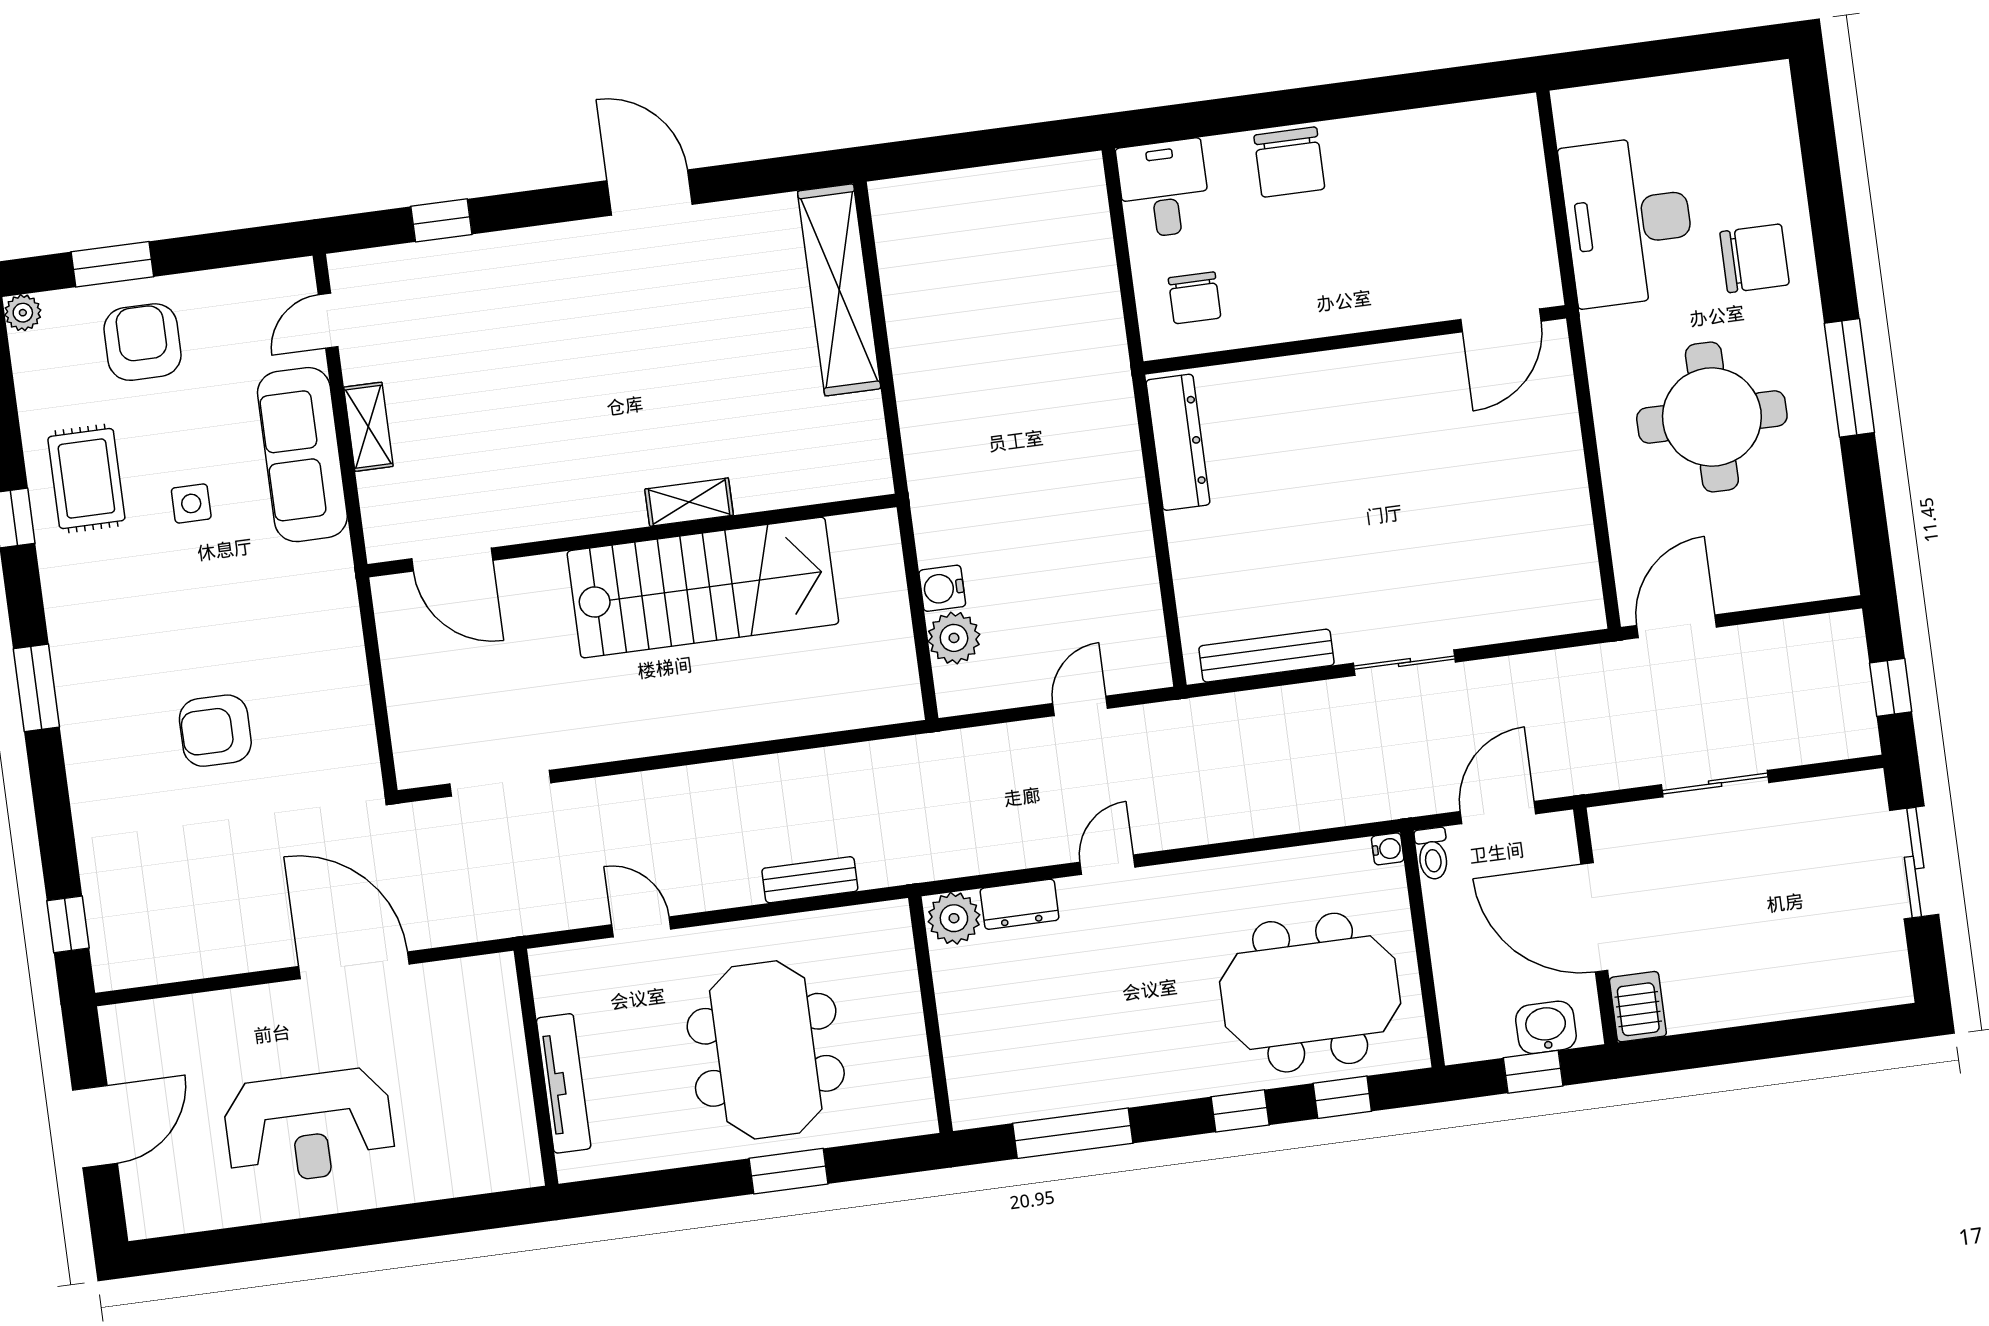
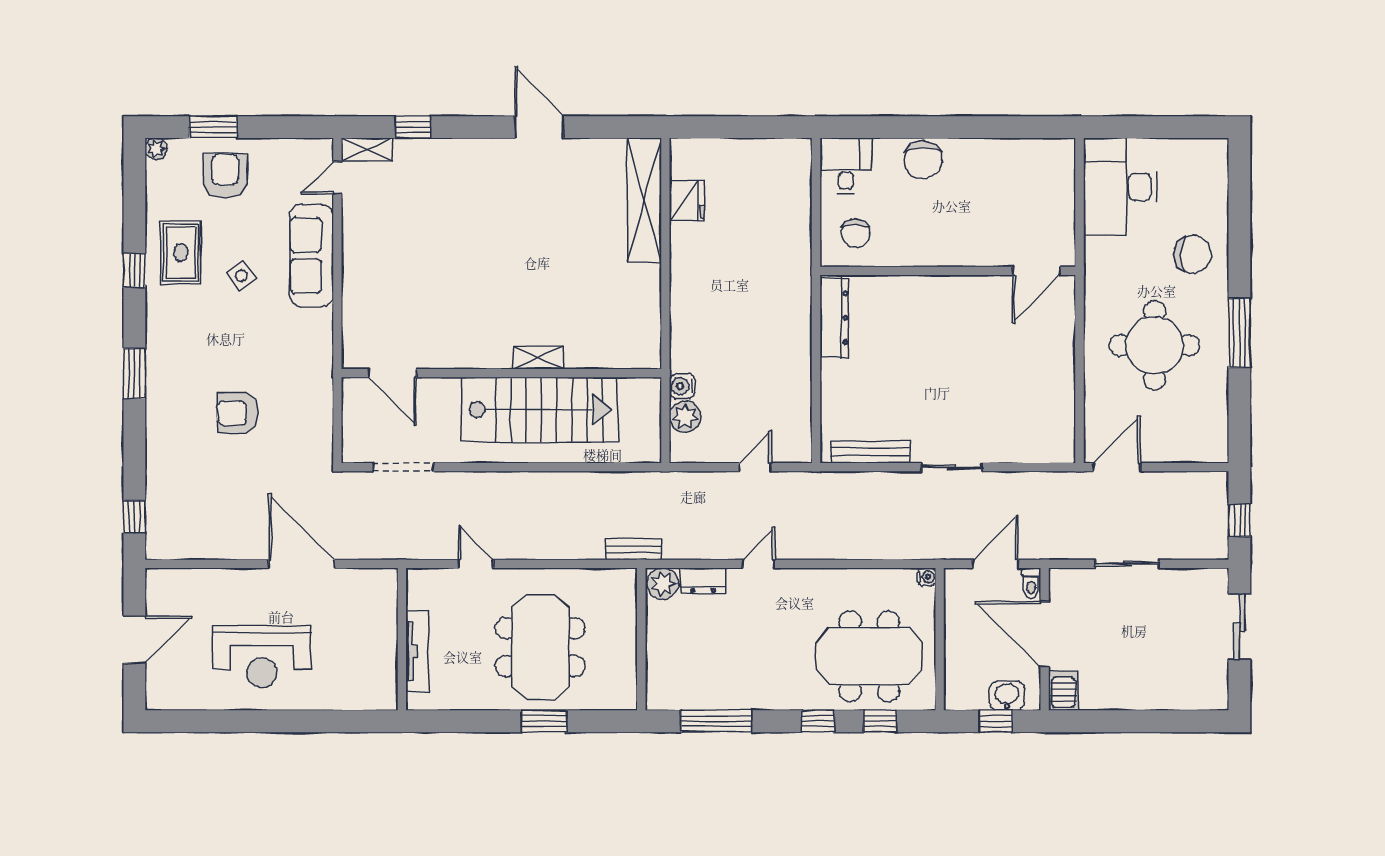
desk: (1628, 221) -> (1120, 187), moved
fridge: (910, 282) -> (687, 201), added
shelving: (368, 427) -> (367, 149), moved, turned 90
shelving: (689, 502) -> (538, 358), moved
side table: (191, 503) -> (241, 276), turned -35
wall: (632, 536) -> (501, 373), moved
door: (452, 560) -> (392, 373), moved
stairs: (703, 588) -> (540, 410), moved
toilet: (1432, 854) -> (1031, 583), moved
bench: (810, 880) -> (634, 549), moved

